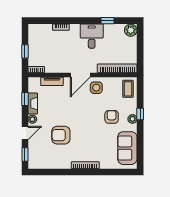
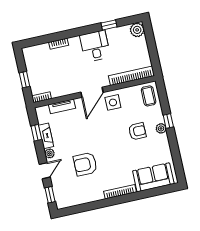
armchair: (112, 117) -> (137, 131), turned 90
sofa: (127, 148) -> (153, 177), moved, turned 90

